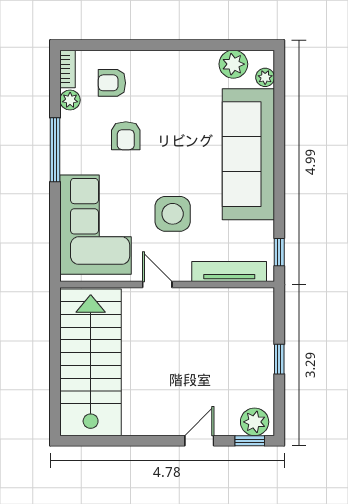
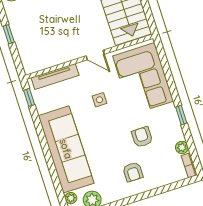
armchair: (112, 83) -> (133, 172), moved, turned 90
window: (55, 150) -> (181, 115), width x0.46
side table: (173, 214) -> (99, 100), width x0.54, depth x0.54

